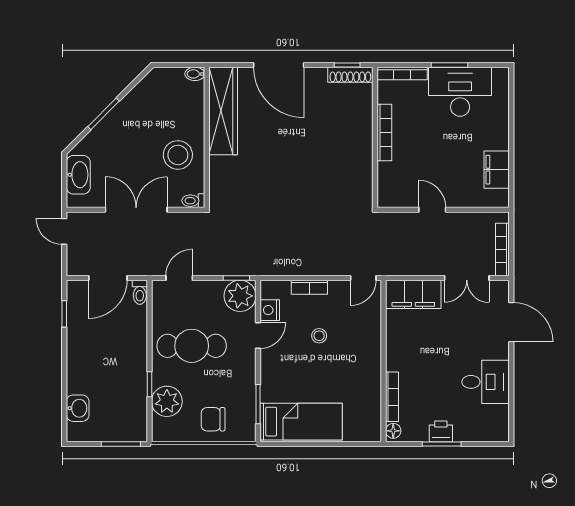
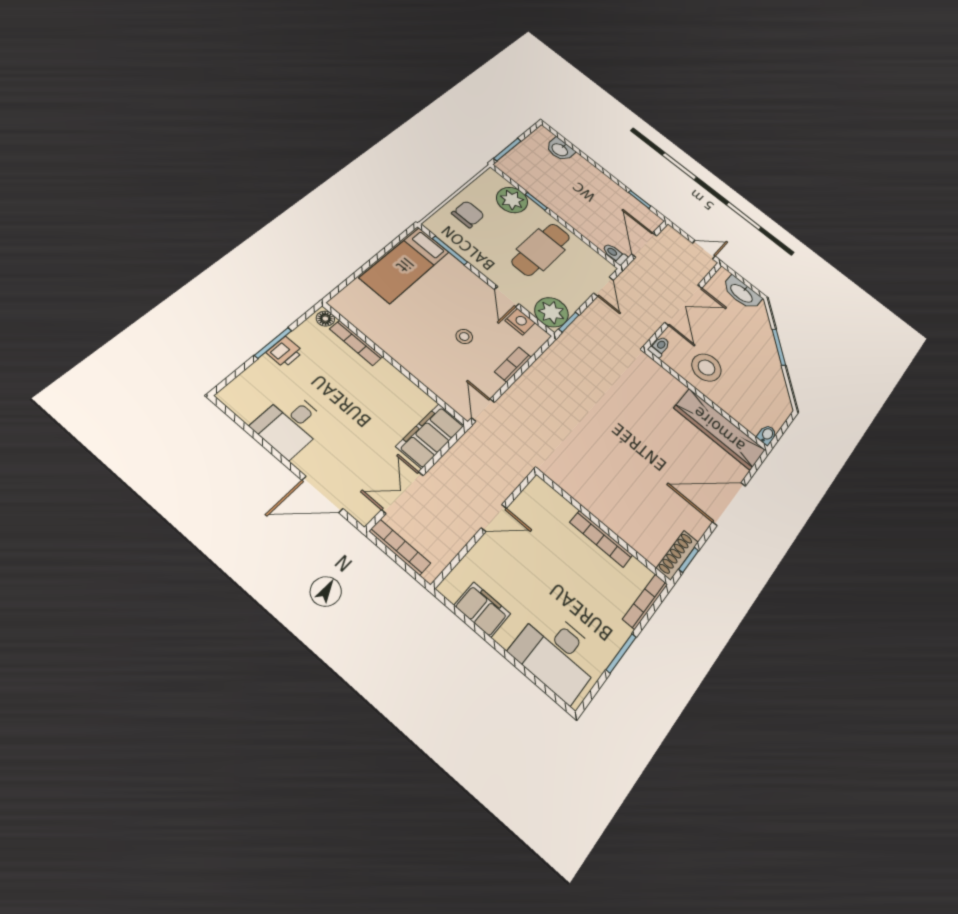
desk: (460, 92) -> (557, 654), moved, turned 90

